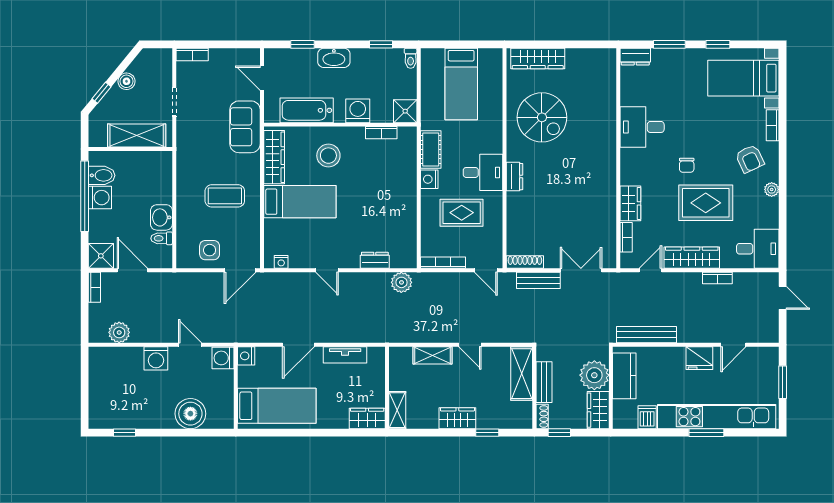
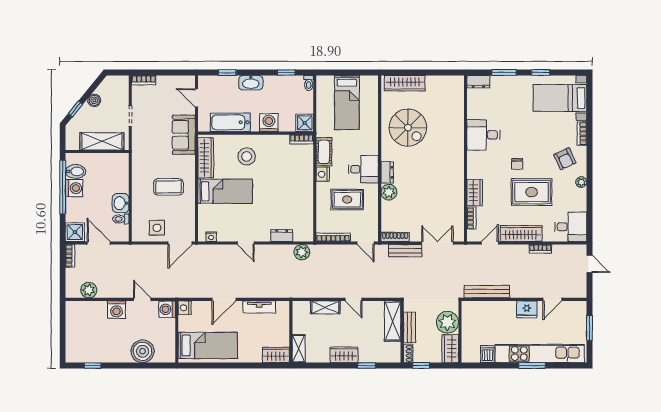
bookcase: (381, 133) -> (302, 139), moved
plant: (517, 203) -> (389, 192), added
kitchen counter: (624, 376) -> (470, 323), removed

